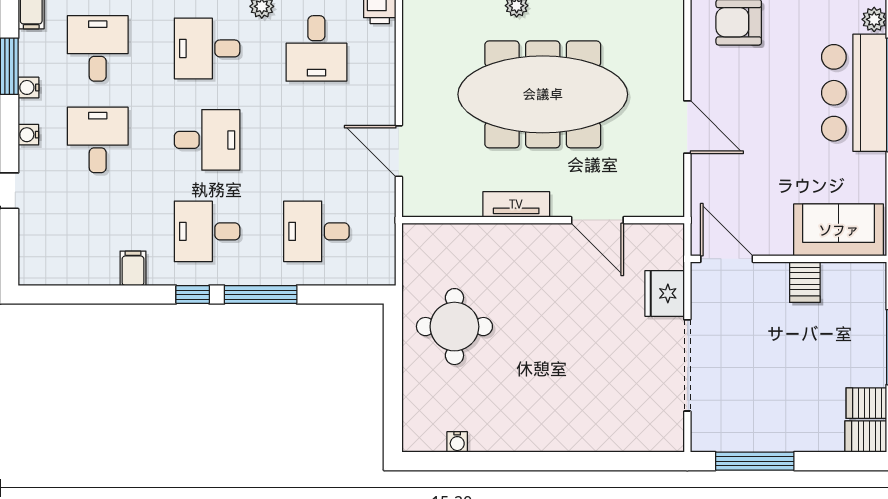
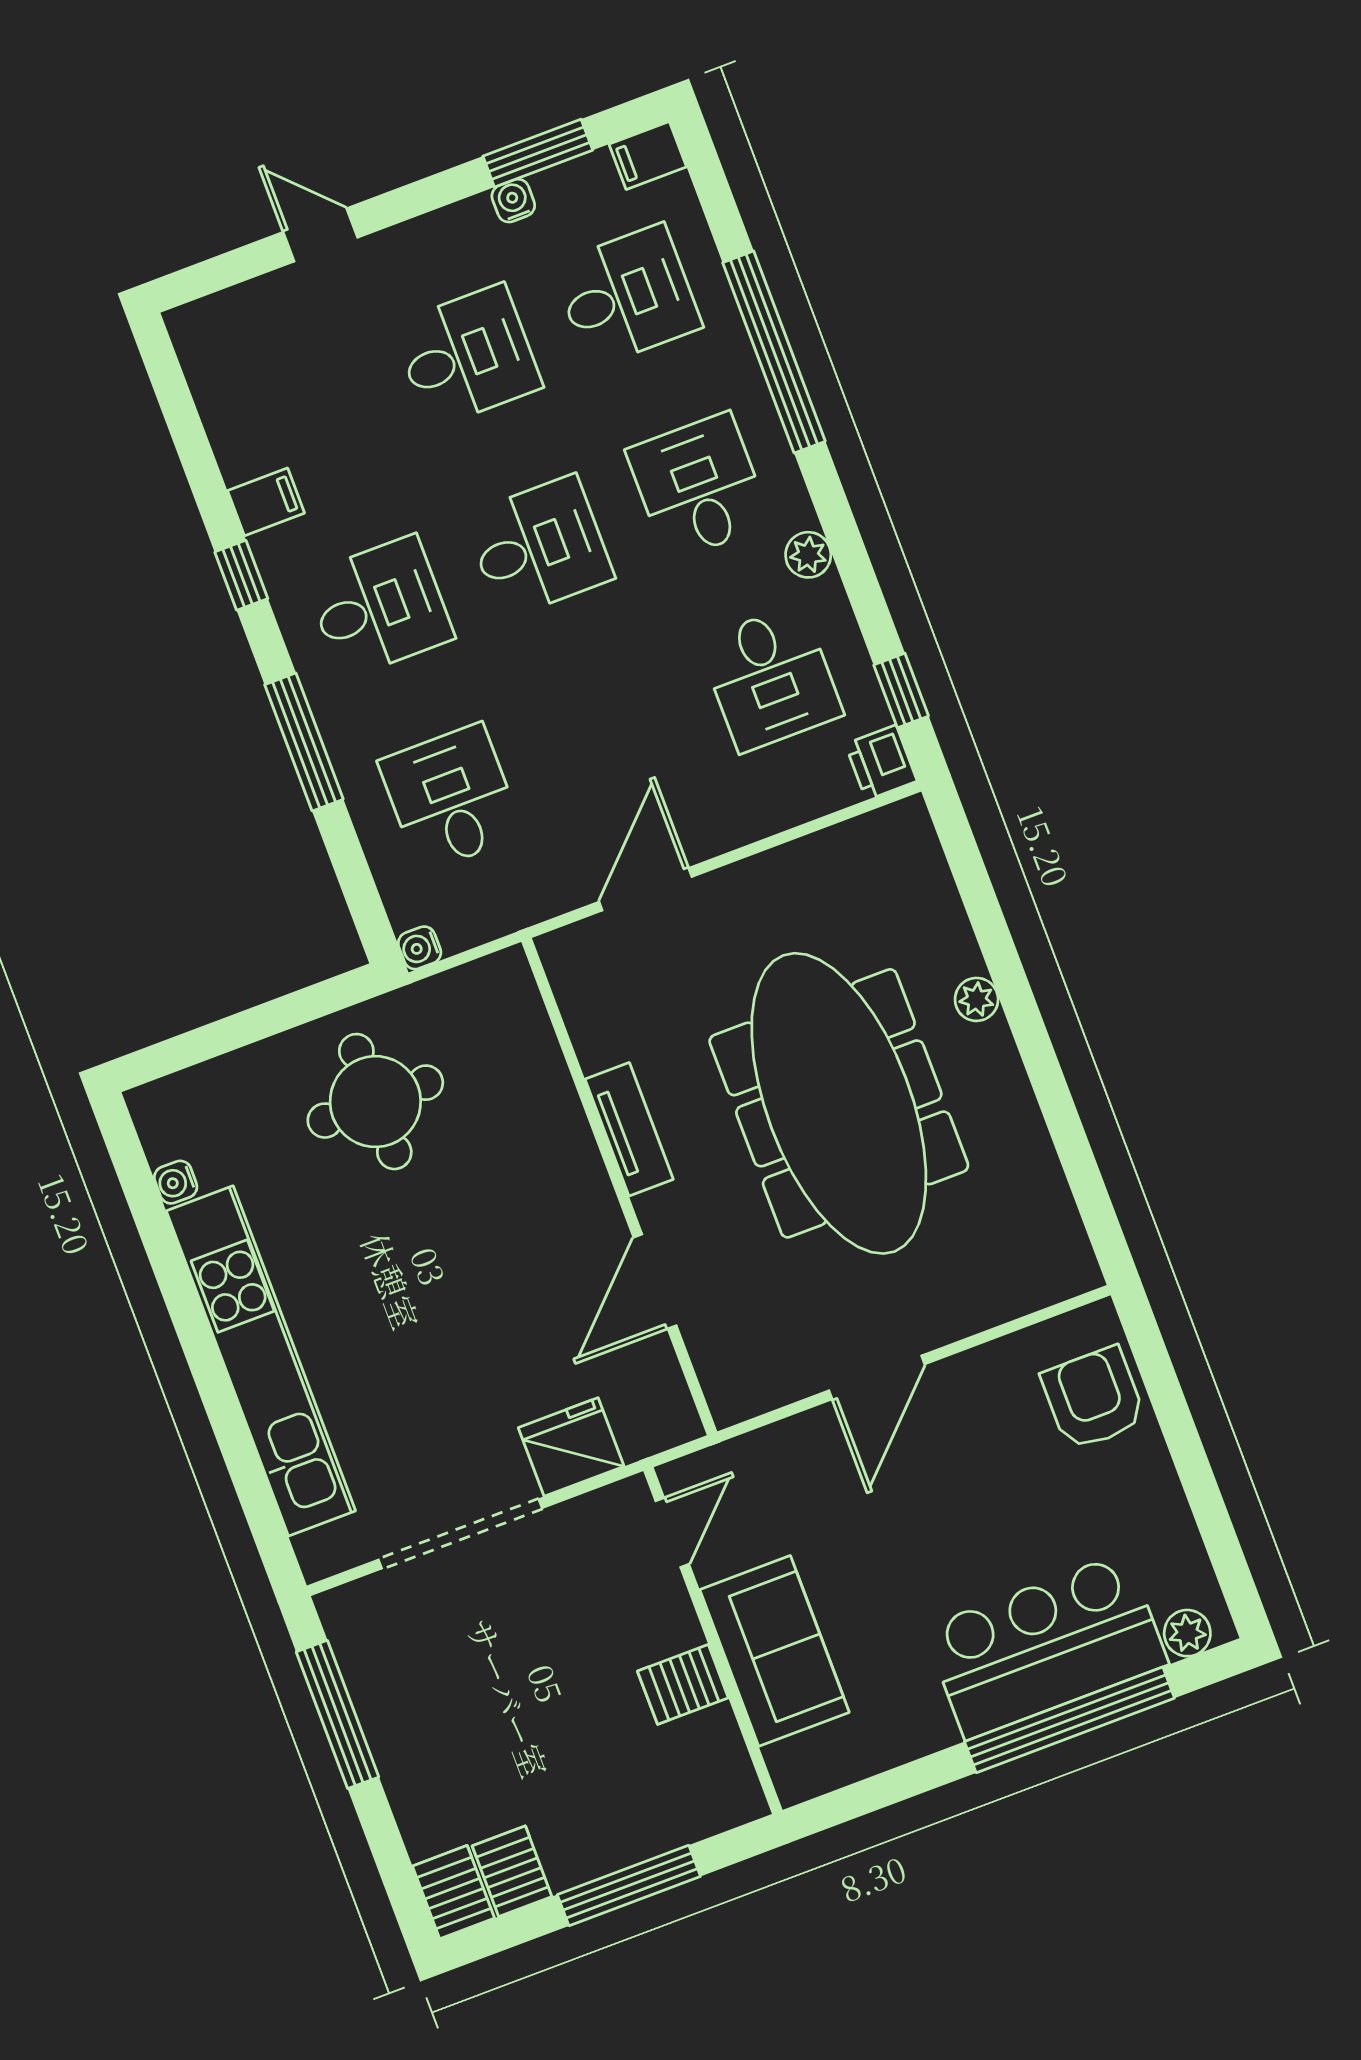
desk: (316, 48) -> (771, 678), turned -90
water cooler: (28, 135) -> (420, 948), moved, turned -90
desk: (207, 140) -> (539, 547), turned -90
sofa: (839, 230) -> (774, 1651), moved
desk: (207, 231) -> (379, 607), turned 90
door: (727, 259) -> (672, 1533), width x0.73
window: (193, 295) -> (241, 575), moved
kitchen unit: (563, 433) -> (261, 1361), added

